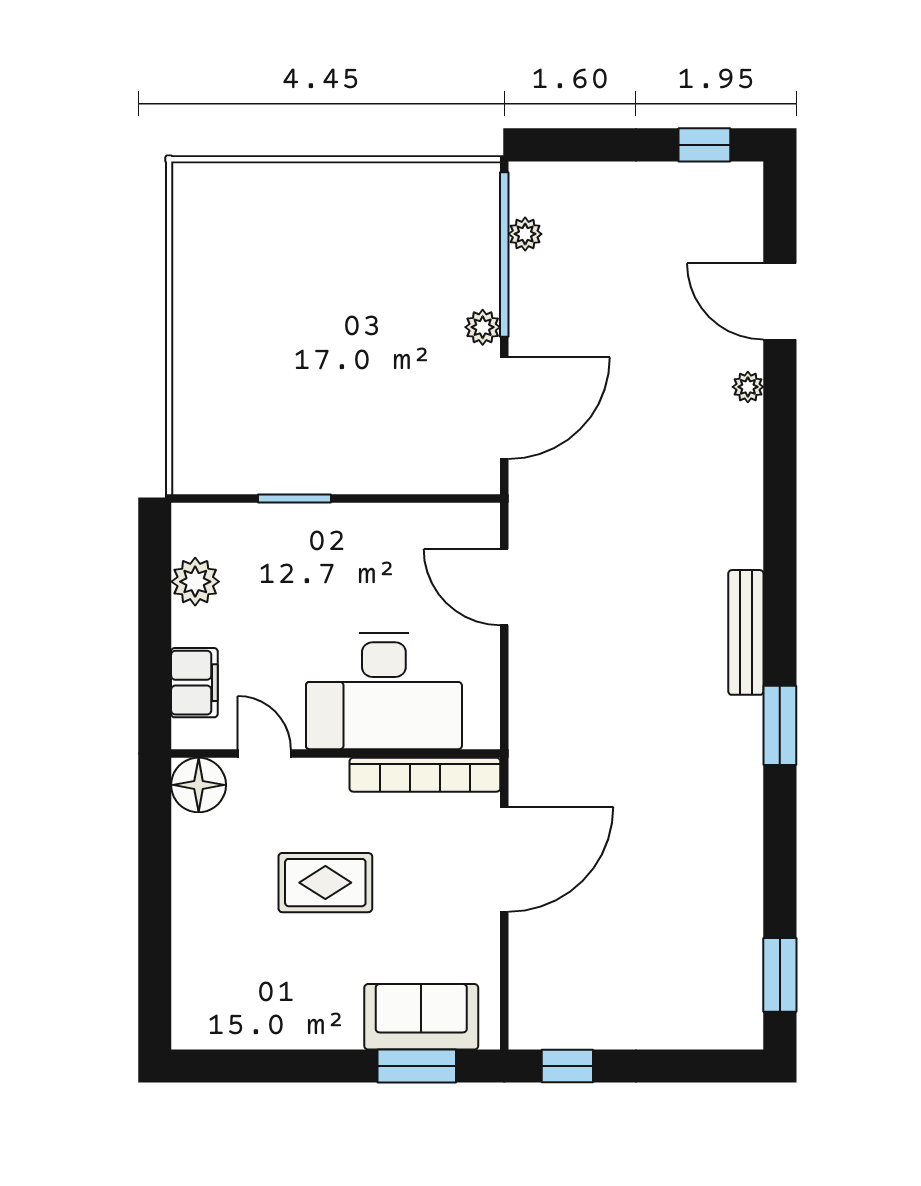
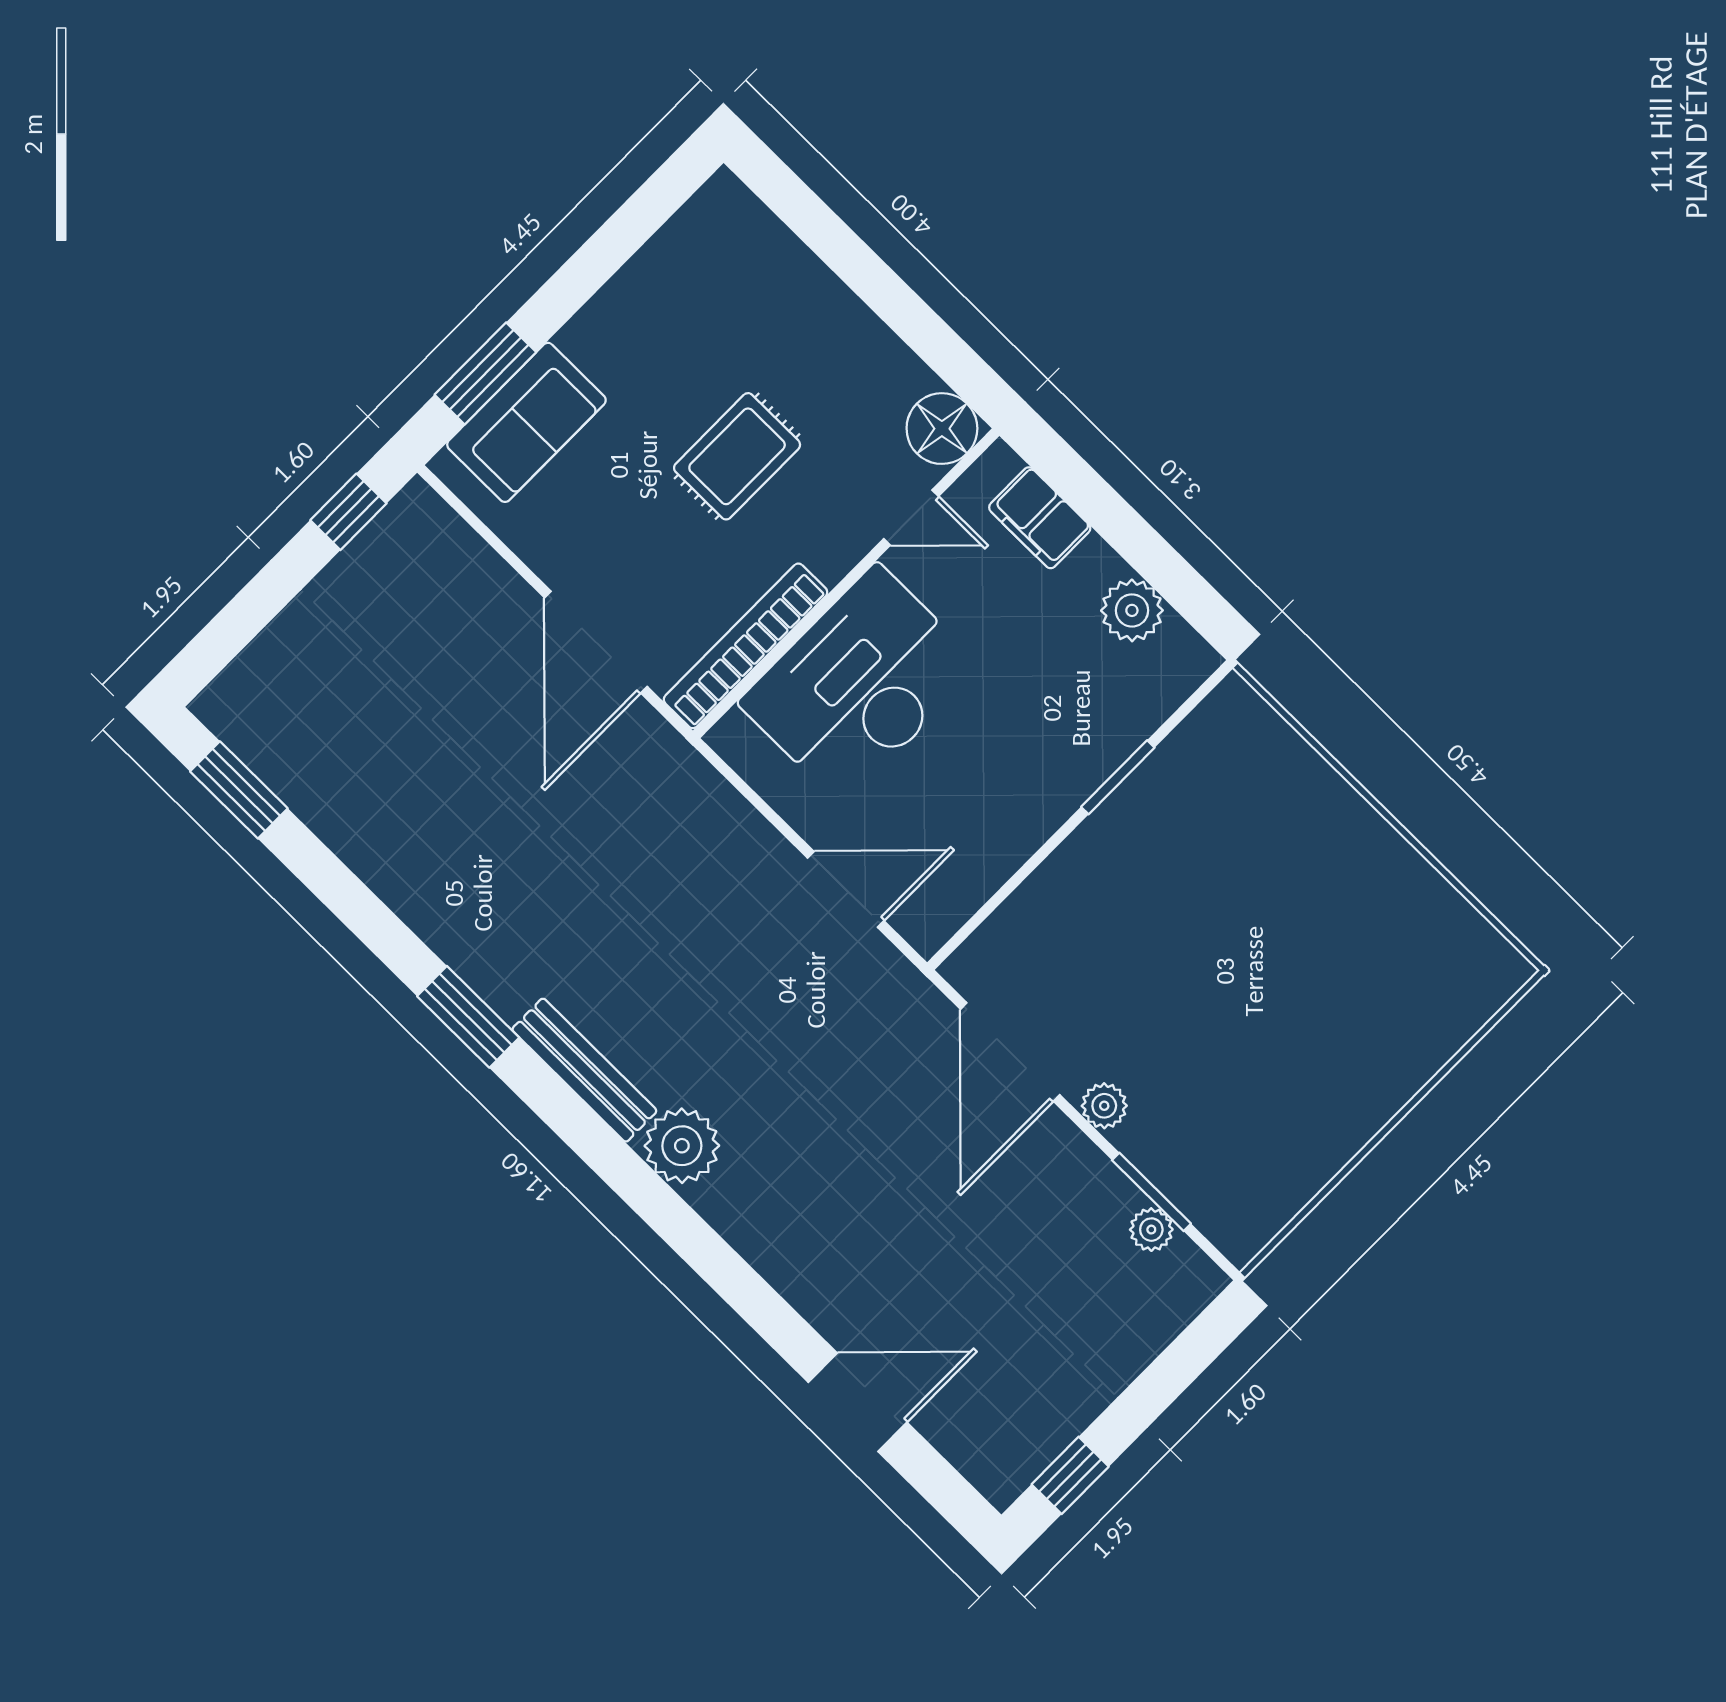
window: (504, 254) -> (1151, 1192), width x0.47
plant: (748, 387) -> (682, 1146), moved, width x1.88, depth x1.88

